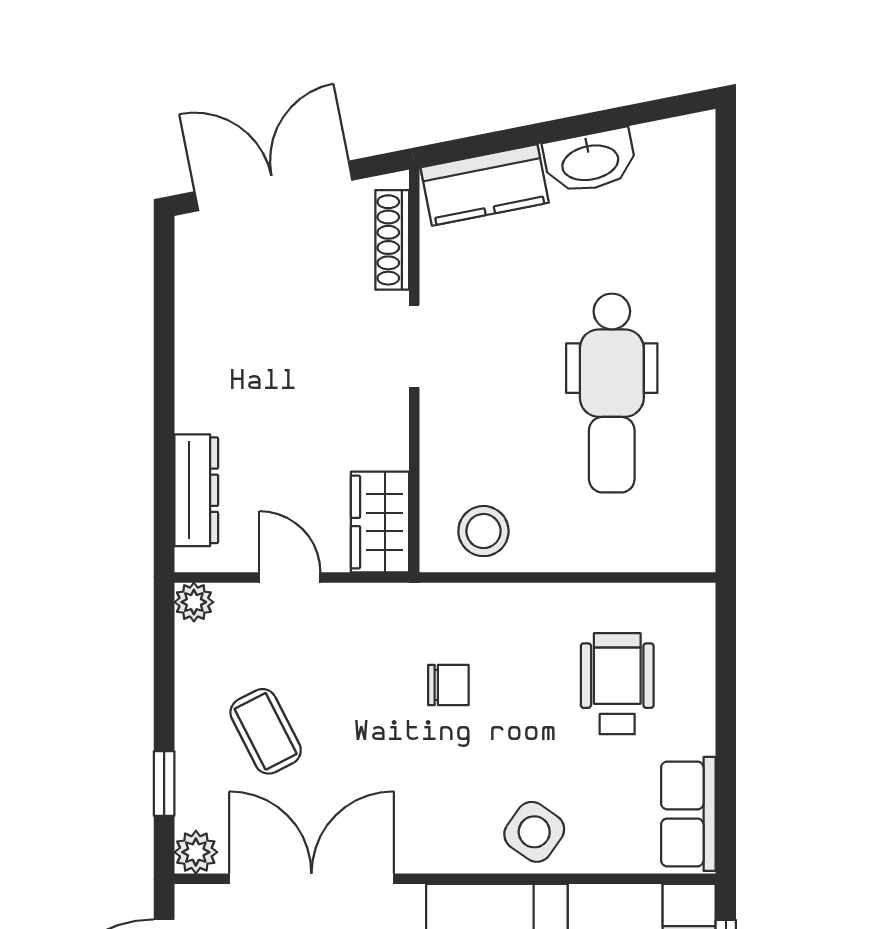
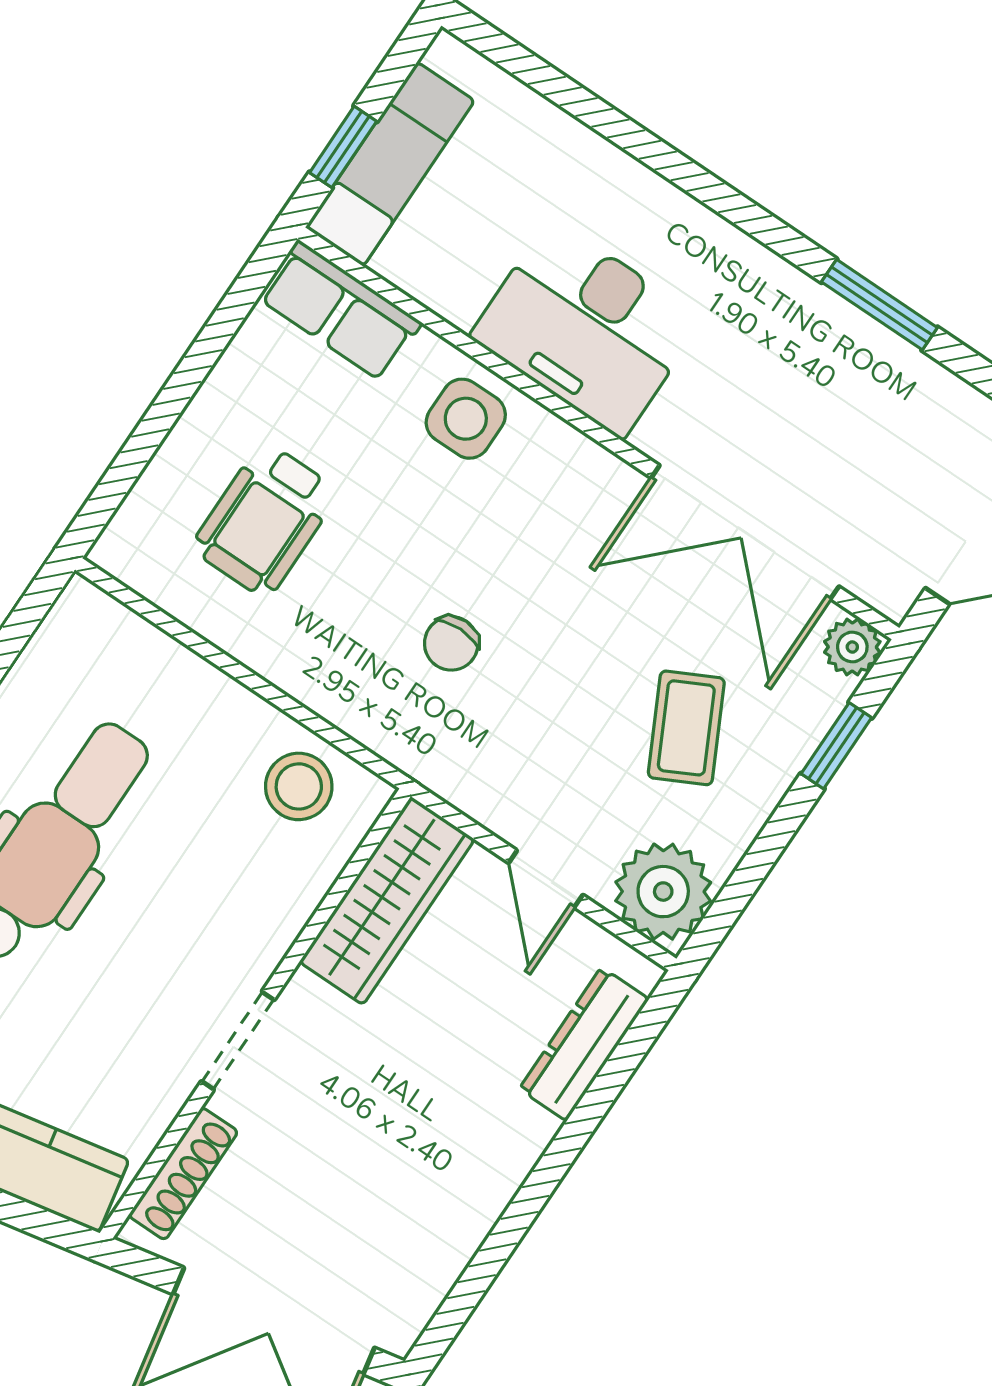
wardrobe: (380, 522) -> (387, 901), width x1.50
plant: (194, 602) -> (663, 892), width x1.87, depth x1.87
chair: (448, 685) -> (451, 643), turned -90
row of seats: (688, 814) -> (340, 311), moved, turned 90
side table: (534, 832) -> (466, 419), turned -35

